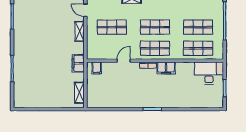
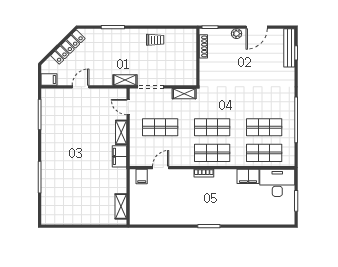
door: (124, 61) -> (161, 168), moved
filing cabinet: (78, 63) -> (119, 156), moved
filing cabinet: (166, 68) -> (248, 176), moved

